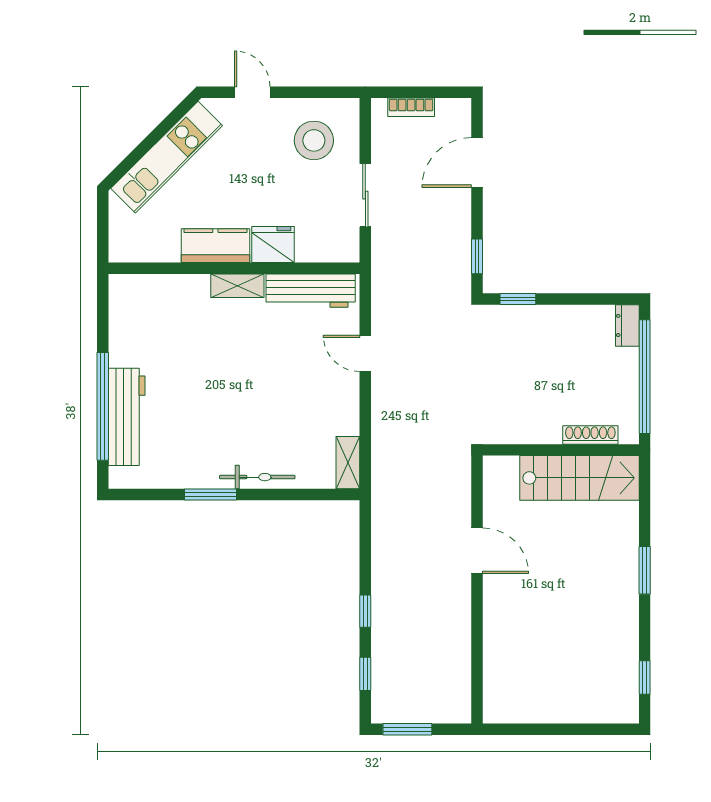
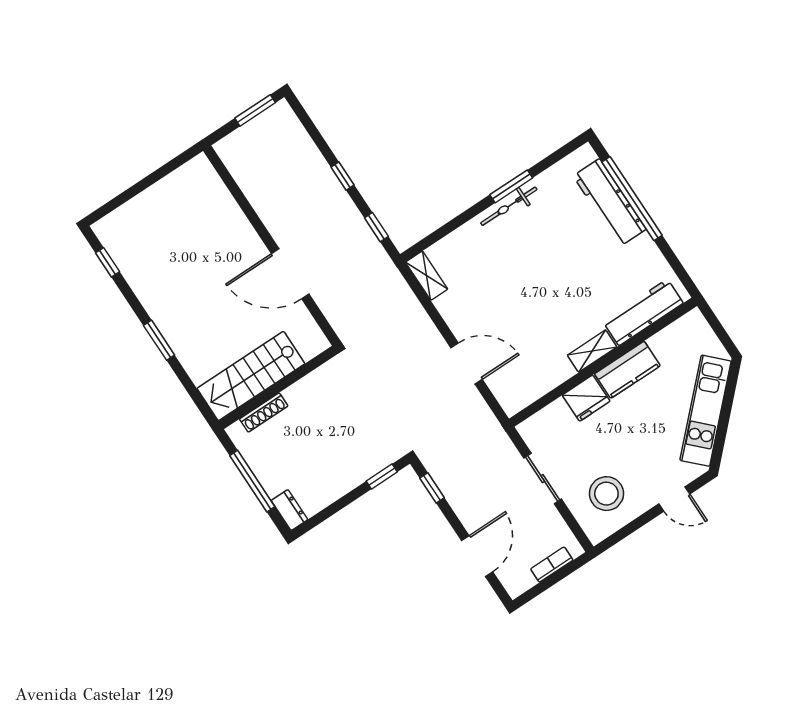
workbench: (311, 291) -> (643, 312), moved
door: (365, 353) -> (467, 364), width x1.38
window: (645, 377) -> (252, 481), width x0.68
bicycle: (257, 477) -> (509, 206), moved
door: (477, 551) -> (290, 274), width x1.36
window: (365, 674) -> (376, 227), moved

